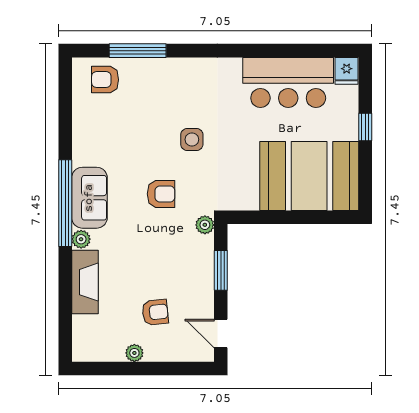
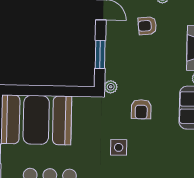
armchair: (161, 194) -> (141, 109), turned -90

